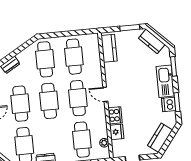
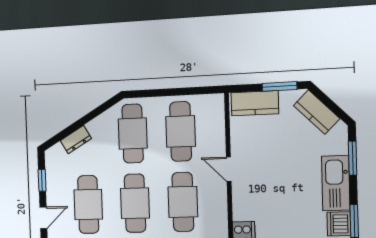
kitchen counter: (109, 48) -> (255, 103), moved, turned 90
door: (105, 94) -> (229, 169), moved

